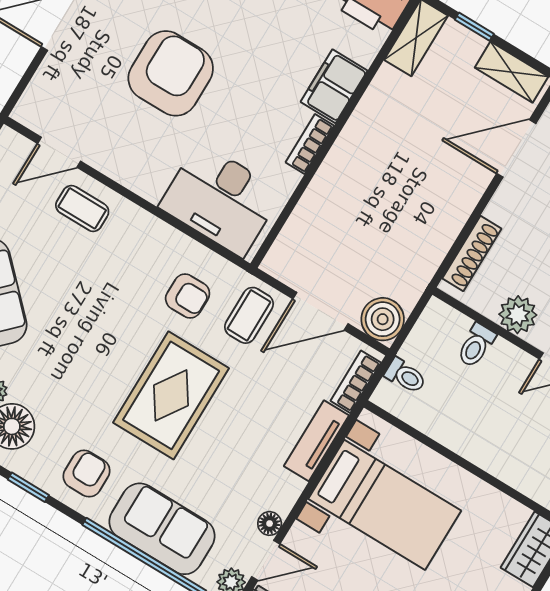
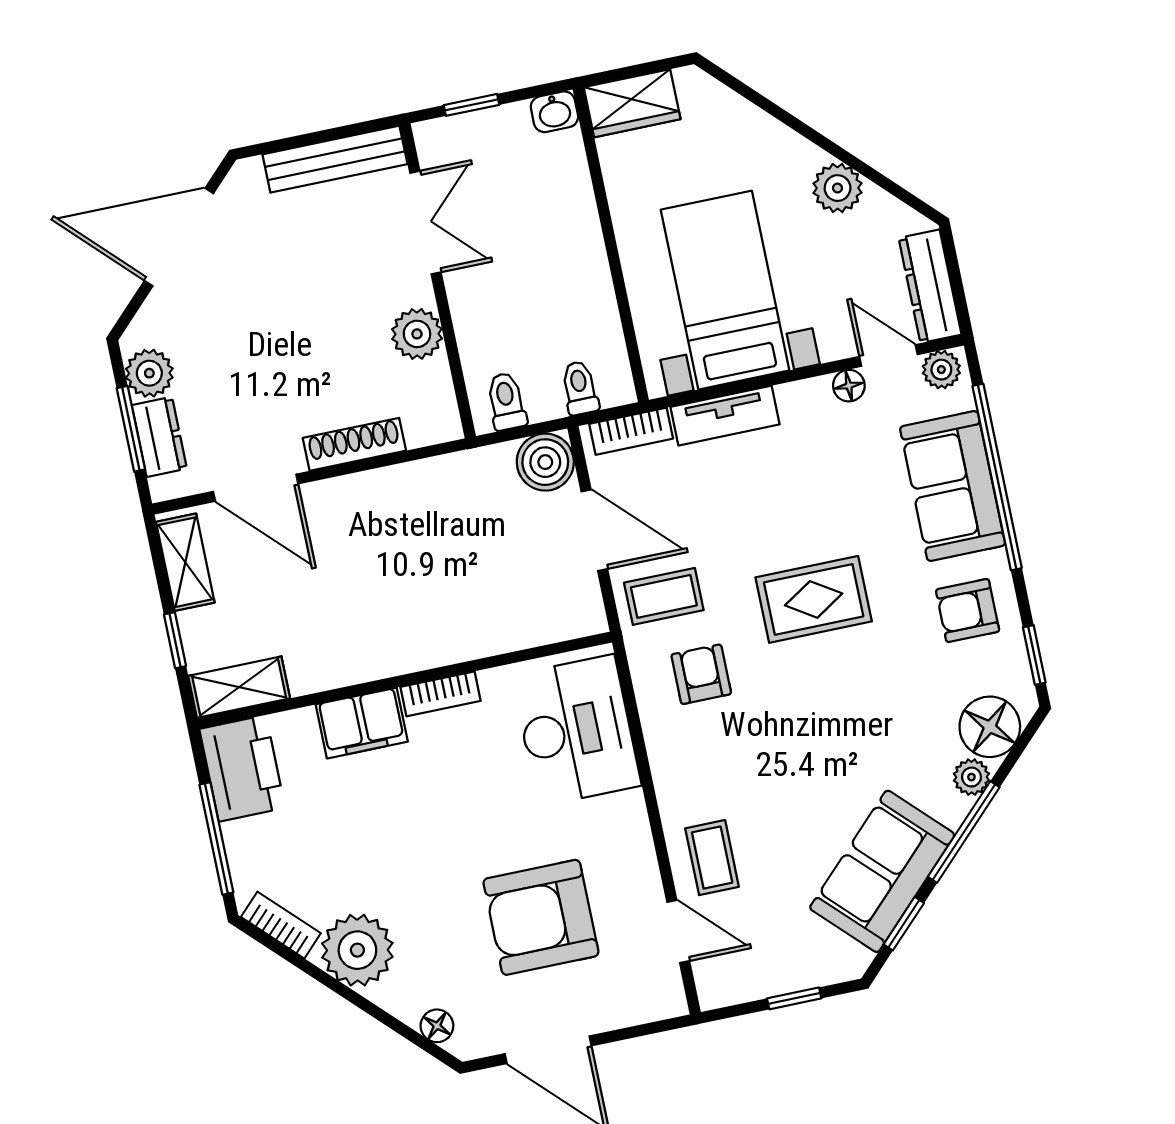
armchair: (171, 73) -> (541, 917), moved
shoe rack: (472, 253) -> (354, 444), moved
toilet: (476, 345) -> (506, 401), moved, turned -90
rug: (171, 395) -> (814, 599), width x0.73, depth x0.70

